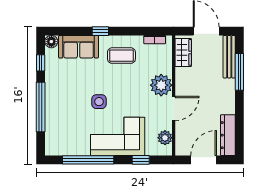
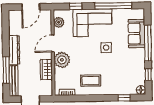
window: (100, 31) -> (124, 98), moved
sofa: (79, 47) -> (137, 34), moved, turned -90
wardrobe: (183, 52) -> (46, 70), moved
dresser: (228, 135) -> (14, 50), moved

